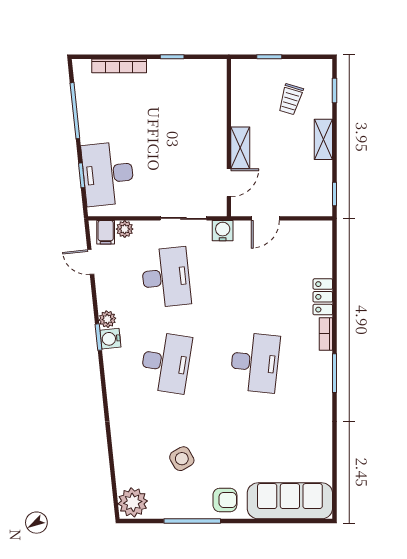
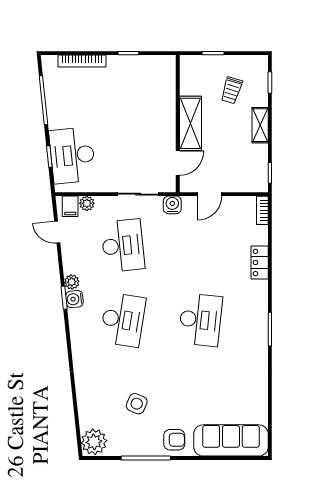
shelving: (240, 148) -> (190, 123), width x1.50, depth x1.33
bookcase: (326, 334) -> (262, 210), moved
side table: (182, 459) -> (137, 404), turned -37

